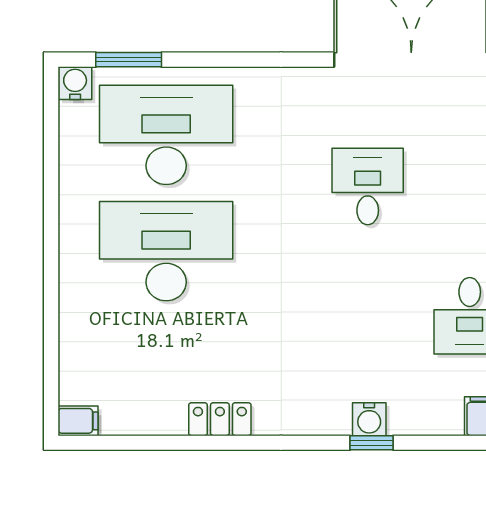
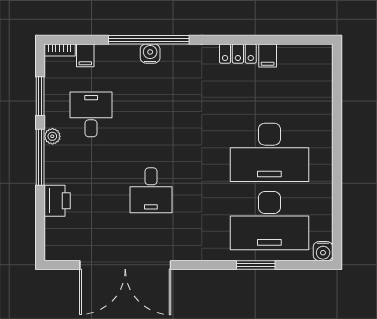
window: (129, 60) -> (256, 265), moved
filing cabinet: (78, 421) -> (268, 55), moved, turned -90
window: (372, 443) -> (149, 40), width x3.17

